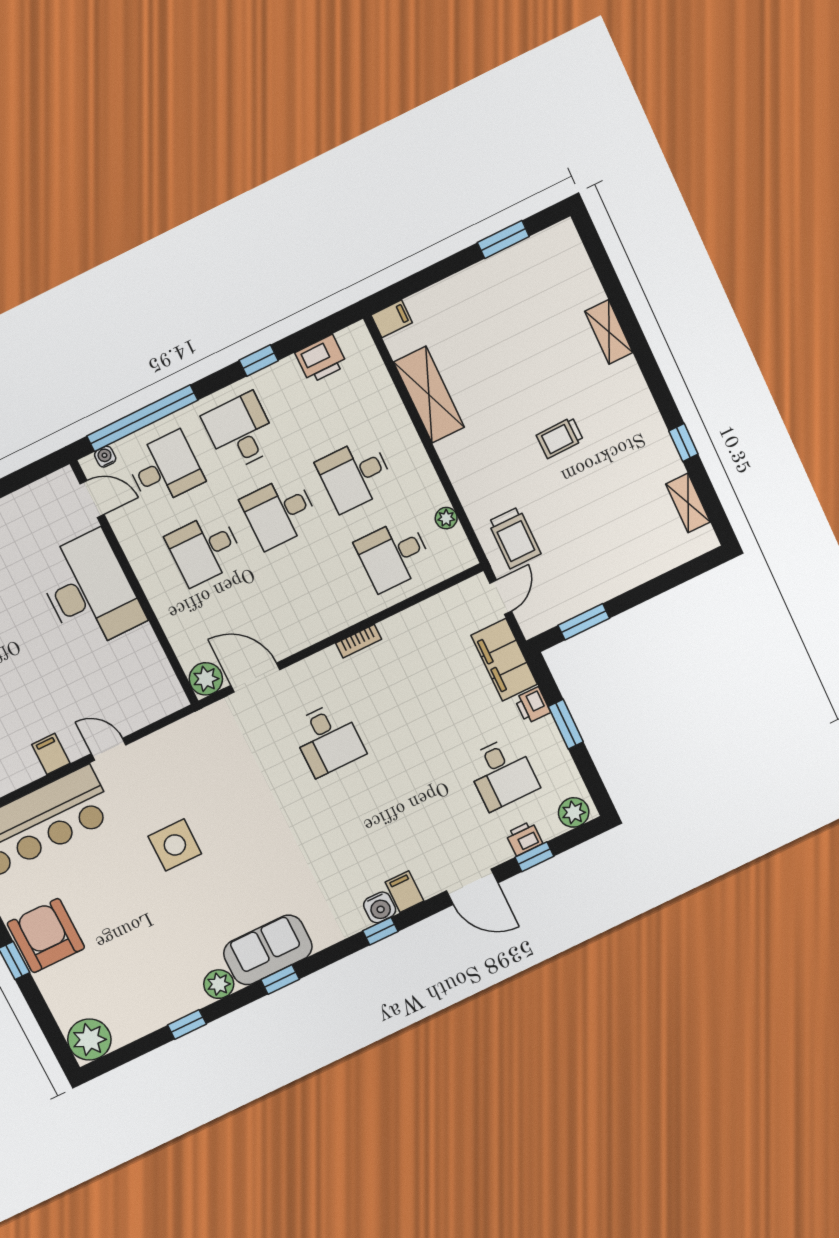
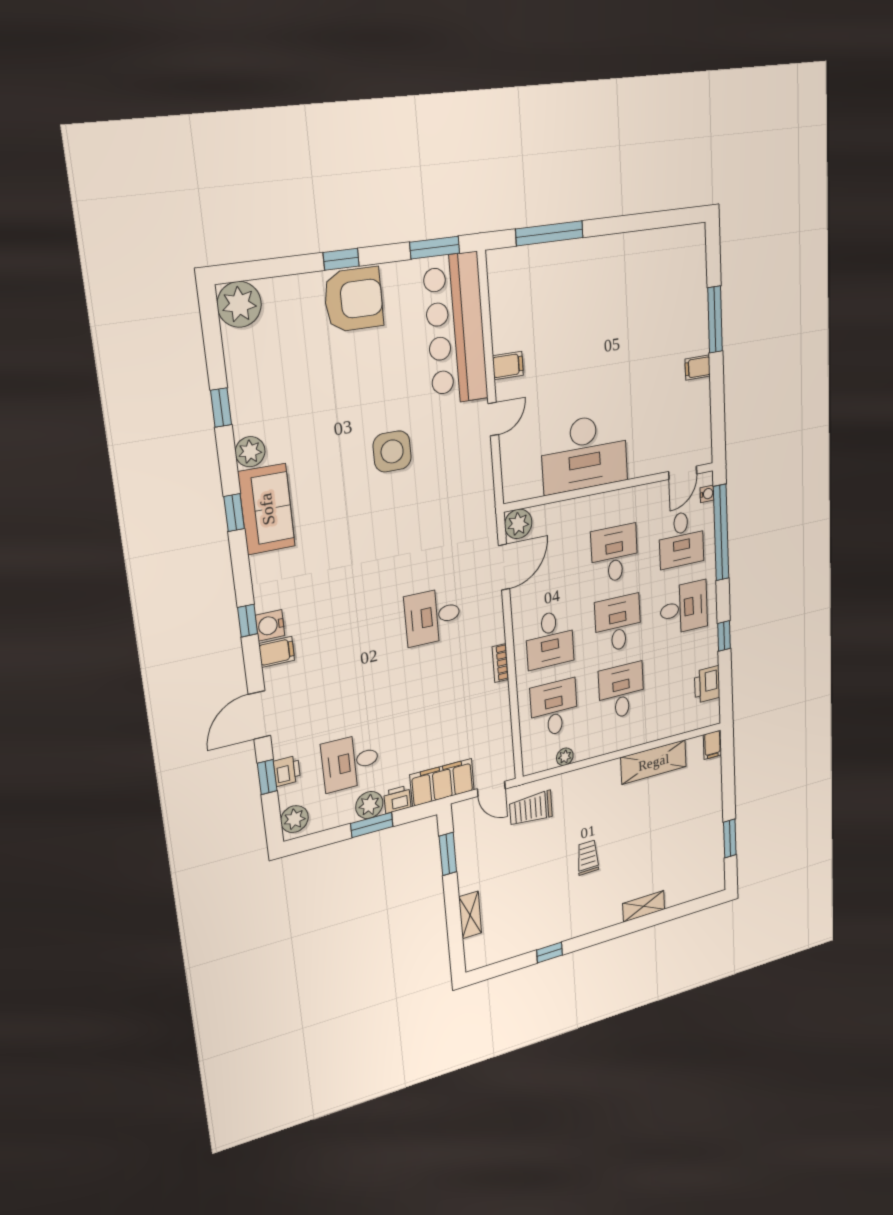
shelving: (688, 503) -> (470, 915), moved, turned 90
desk: (89, 591) -> (584, 453), moved
desk: (319, 591) -> (550, 639), added
plant: (544, 735) -> (369, 805), added

